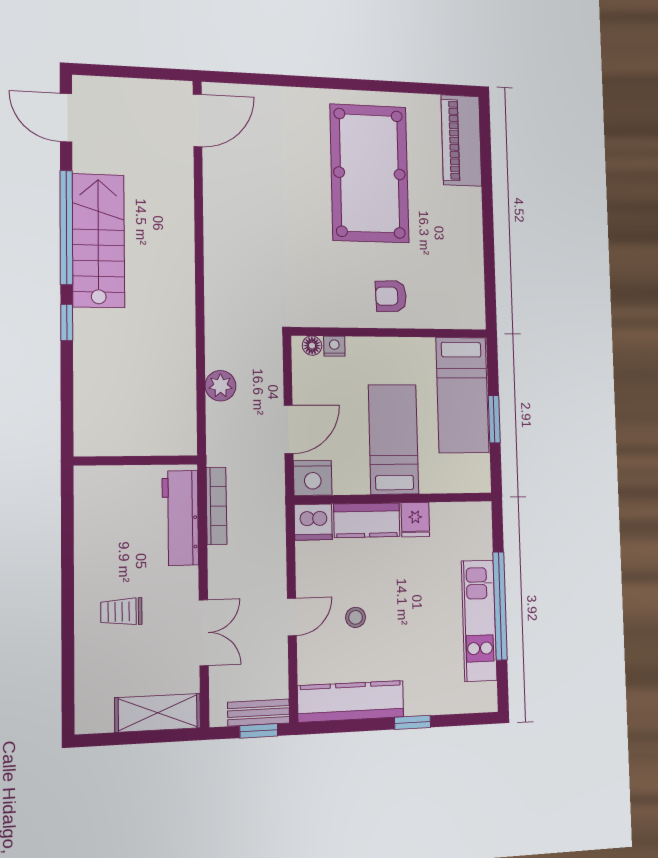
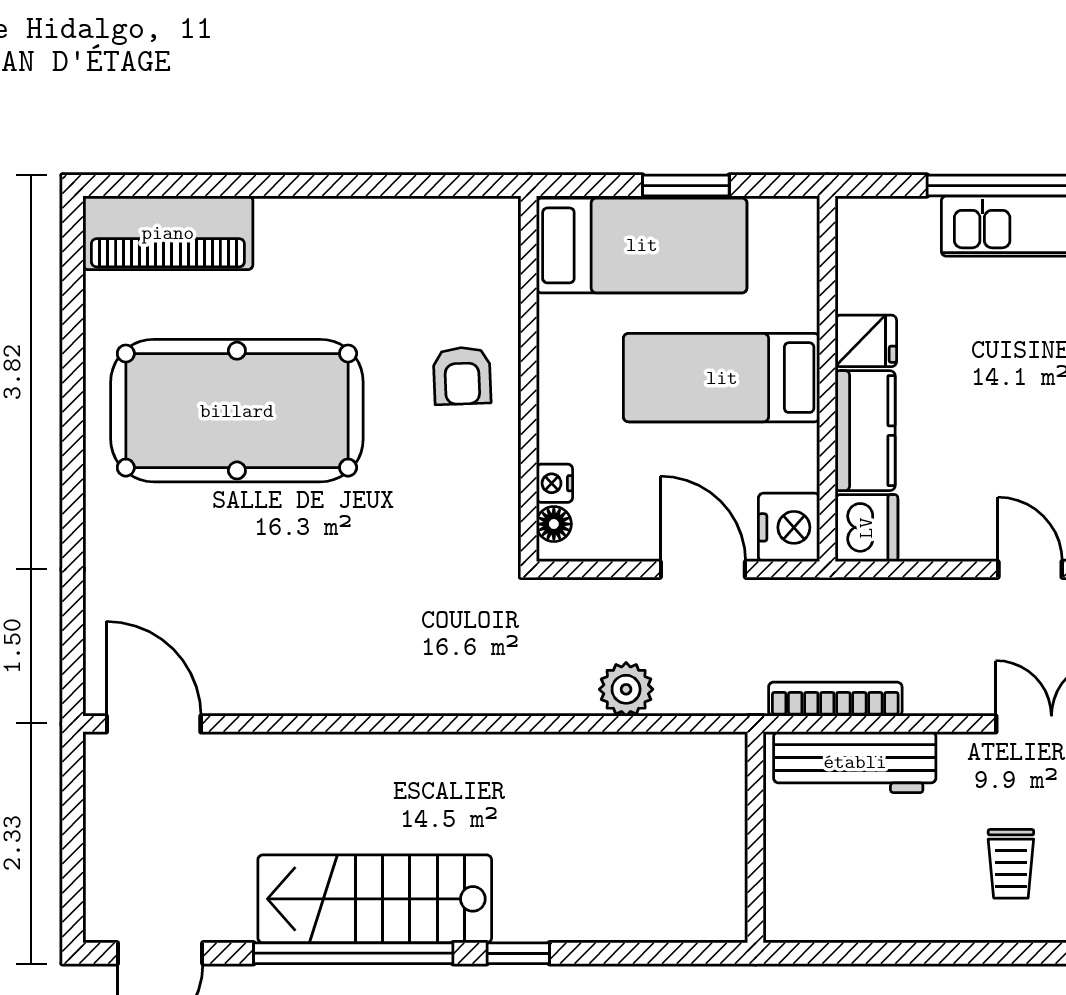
stool: (356, 617) -> (1035, 455), removed

